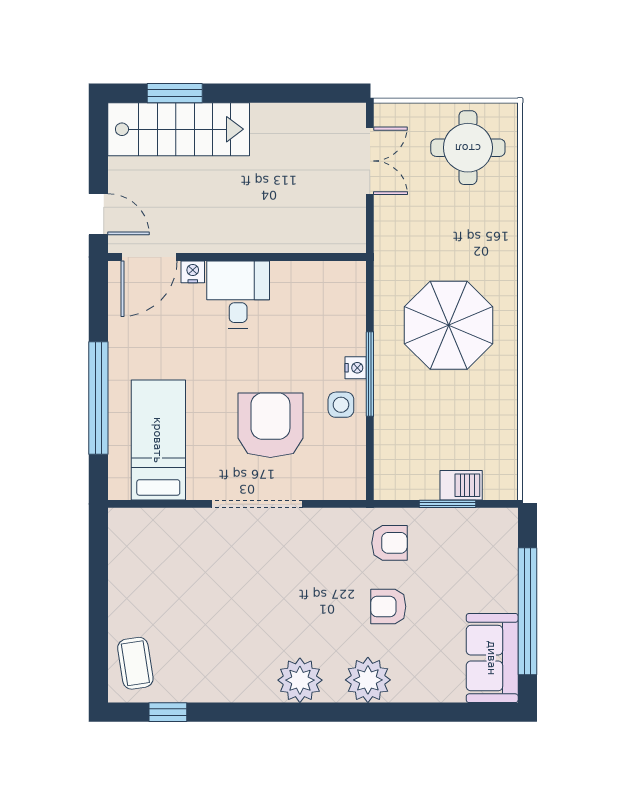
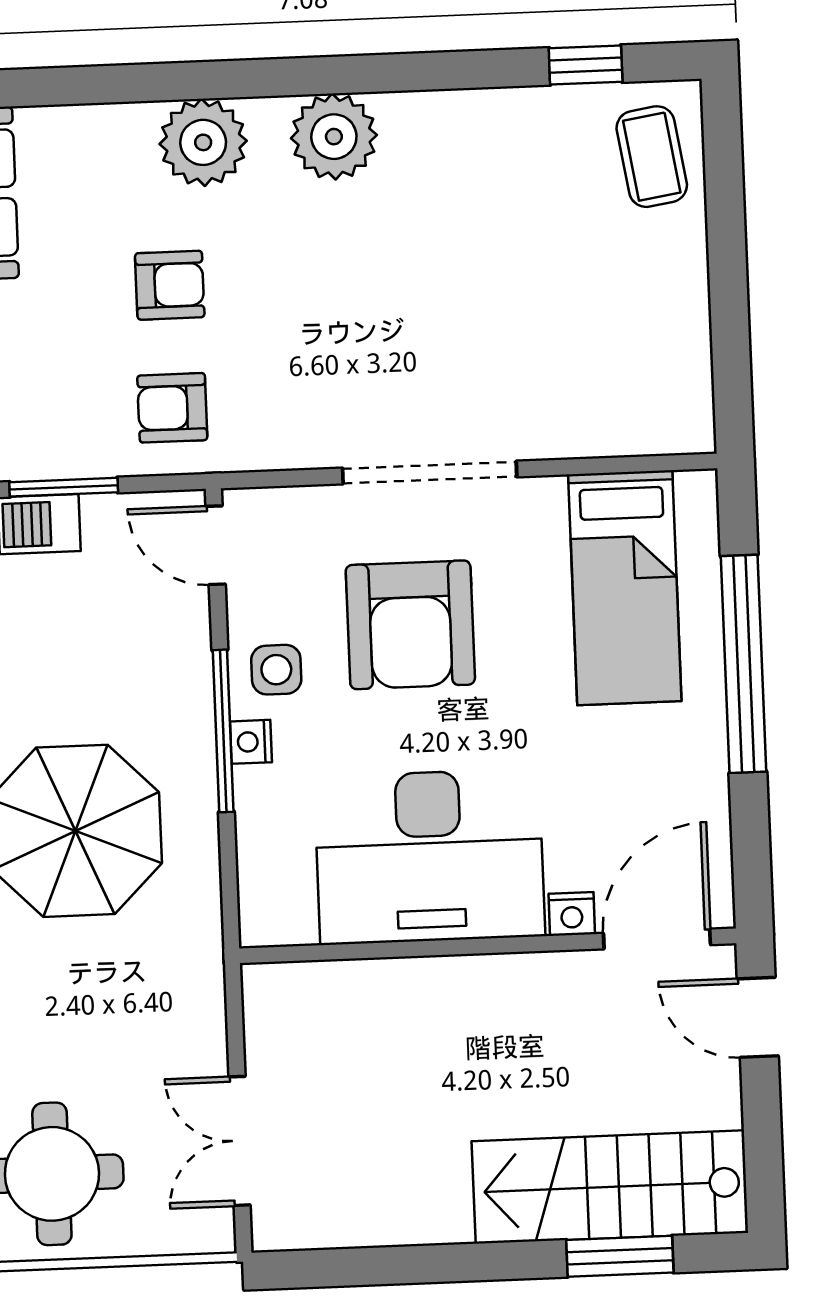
desk: (238, 294) -> (430, 856), width x1.87, depth x1.30
door: (370, 471) -> (216, 545), added

